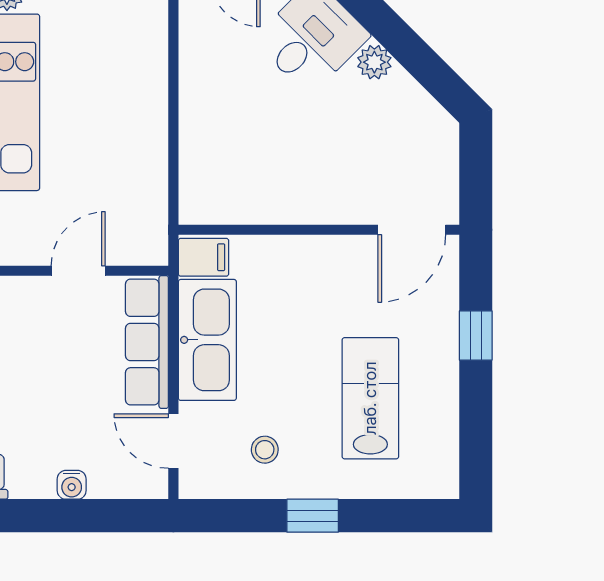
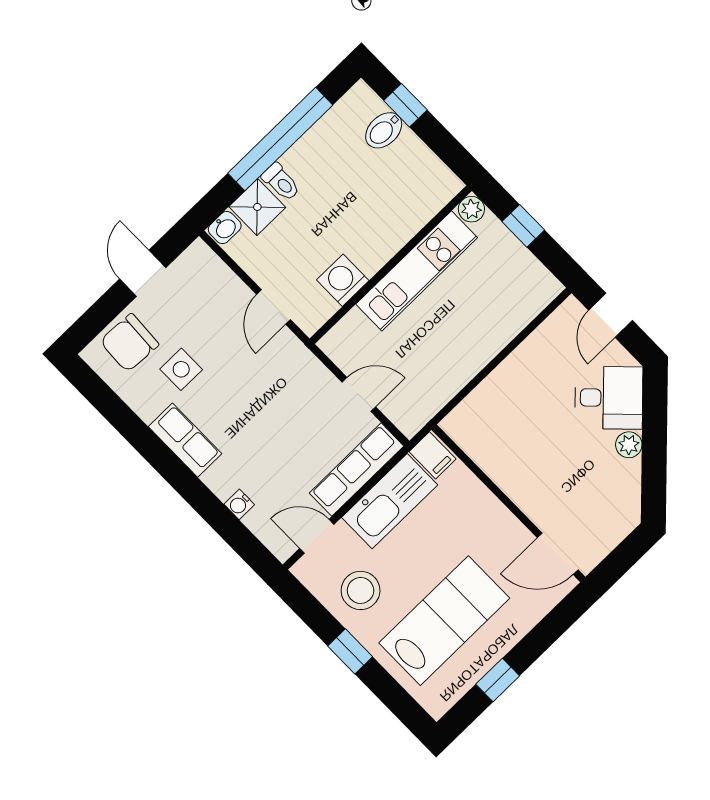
window: (476, 336) -> (498, 680), moved
lab bench: (370, 398) -> (444, 621), width x1.36, depth x1.39
door: (173, 441) -> (317, 536), hinge flipped
stool: (265, 450) -> (361, 590), width x1.89, depth x1.89

